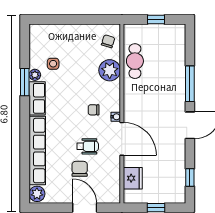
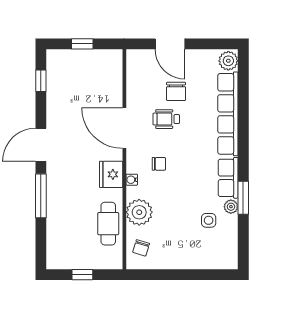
water cooler: (116, 117) -> (132, 180), moved
fridge: (133, 178) -> (111, 174), moved

